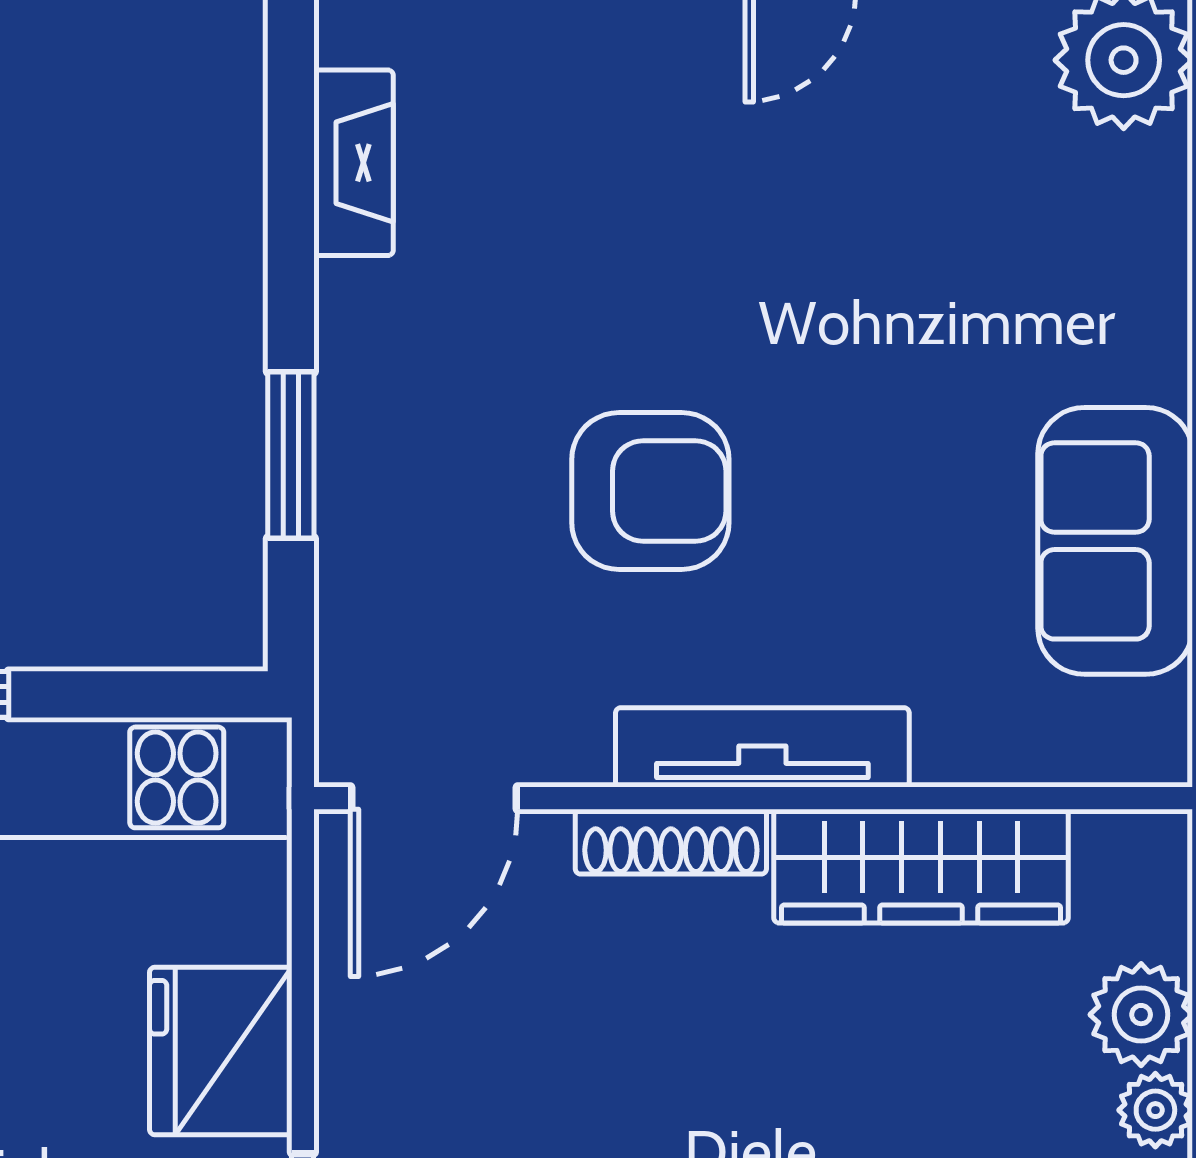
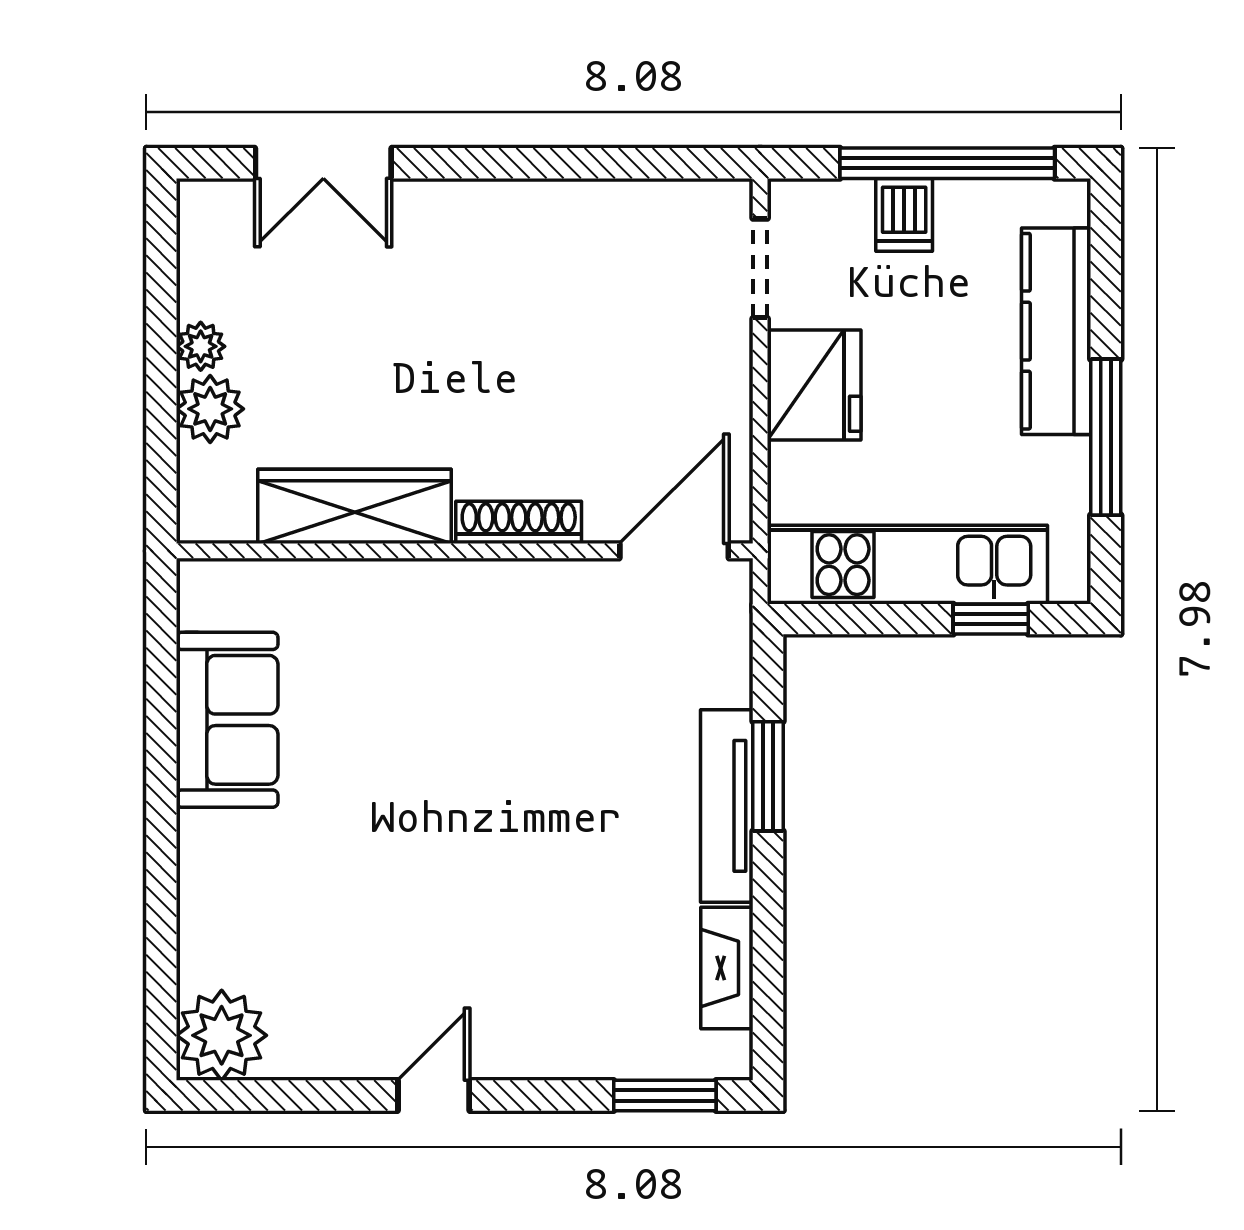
armchair: (650, 491) -> (532, 753), removed
tv unit: (762, 747) -> (727, 806), moved, turned 90

